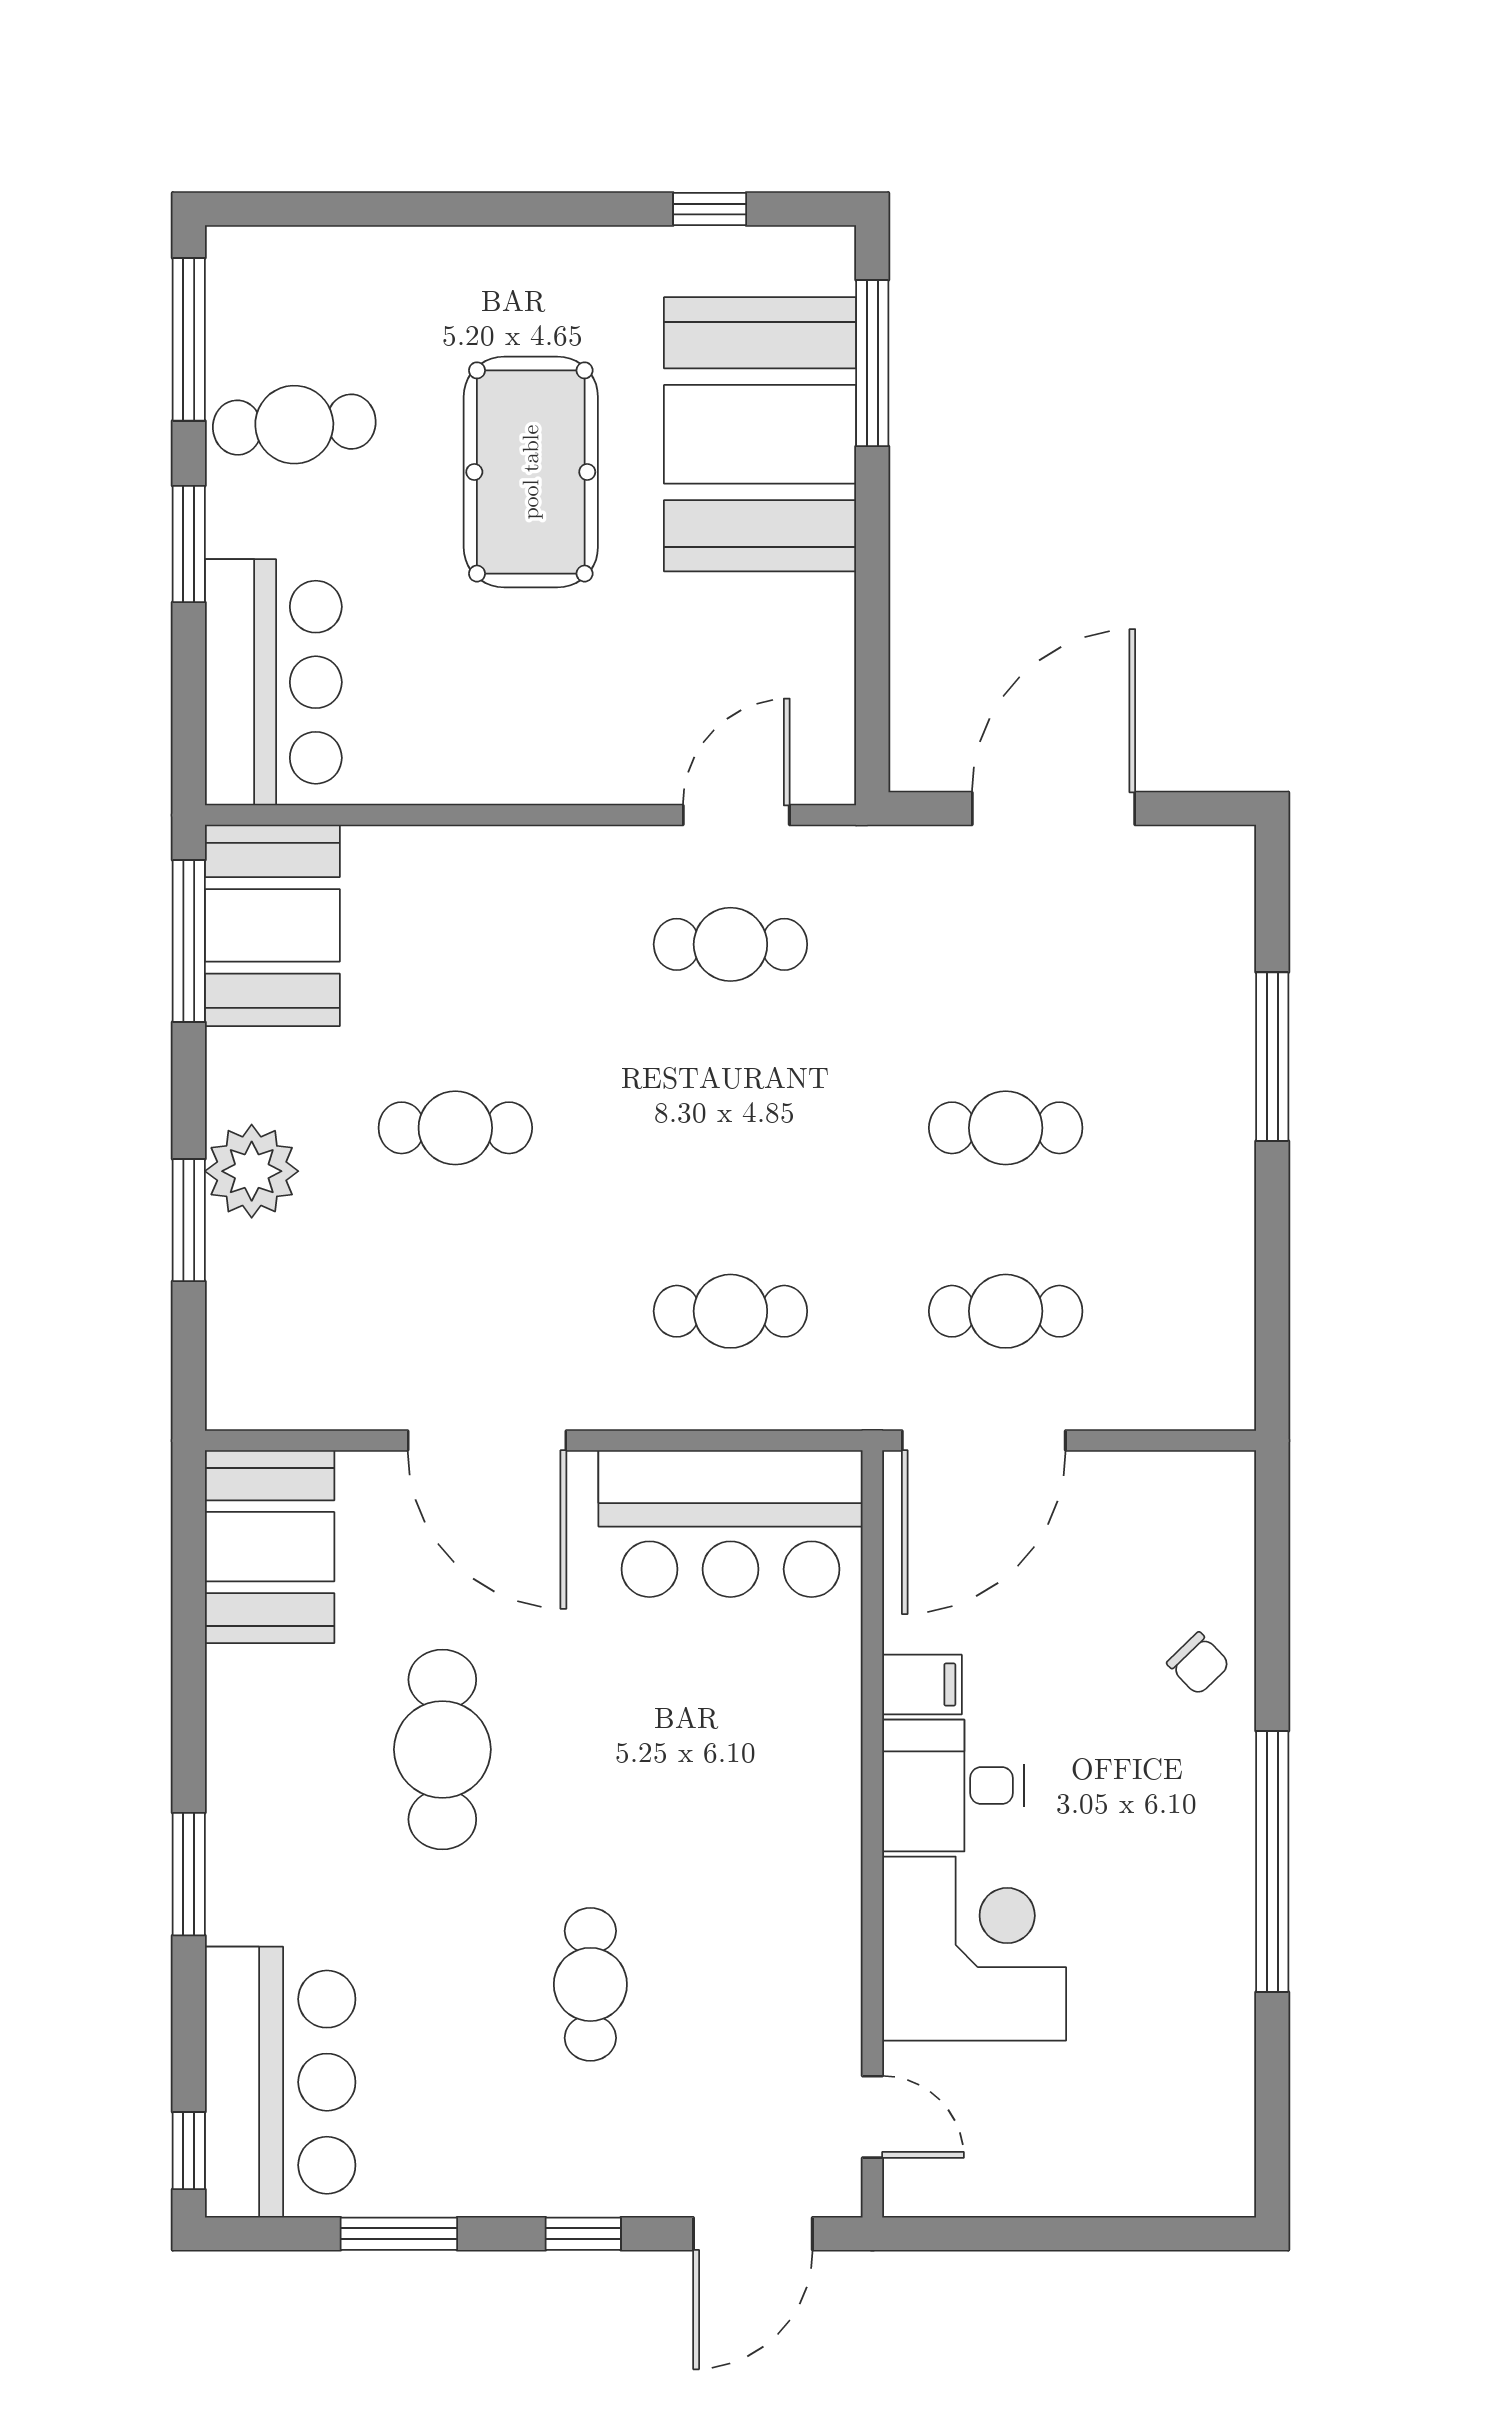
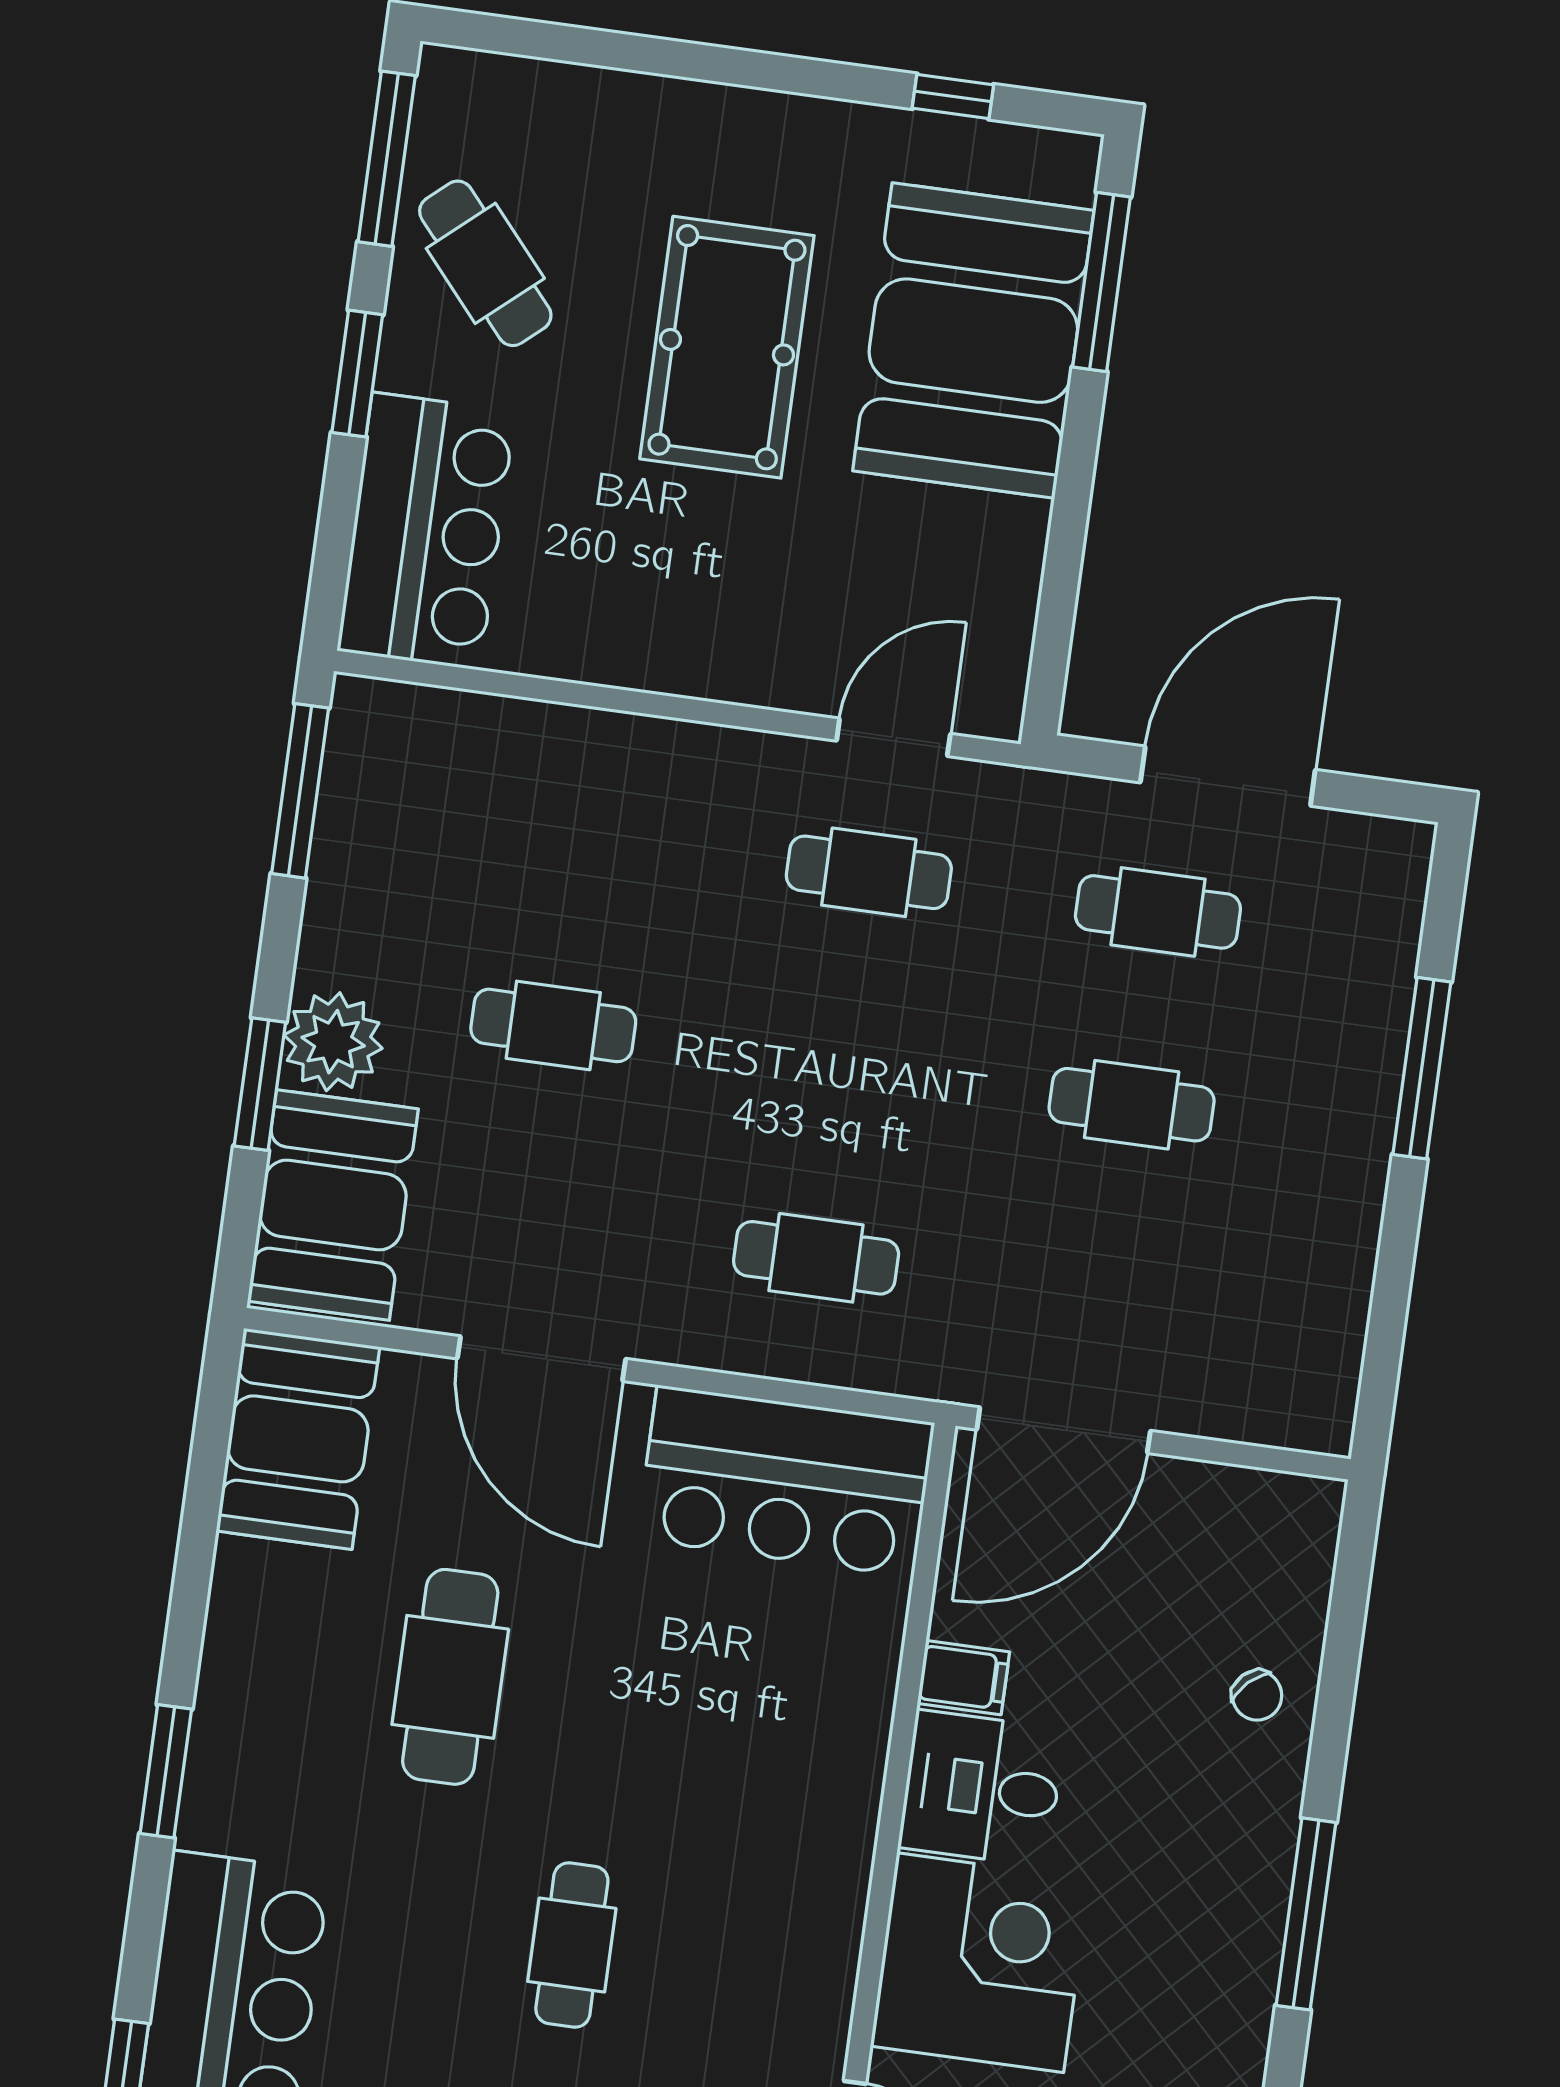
cafe table: (294, 425) -> (485, 263), turned 52
booth: (272, 925) -> (333, 1205), moved
cafe table: (1006, 1311) -> (1158, 912), moved
window: (1272, 1861) -> (1306, 1914), width x0.68

